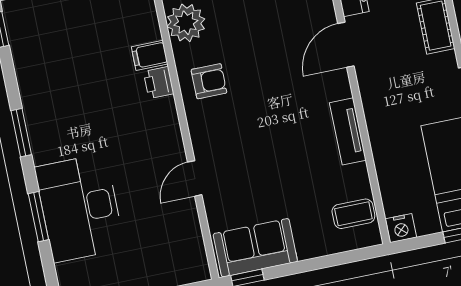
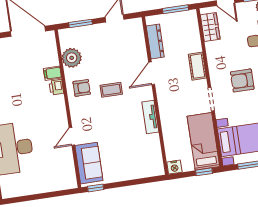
coffee table: (353, 214) -> (111, 90), moved
sofa: (255, 248) -> (89, 163), moved, turned 90

